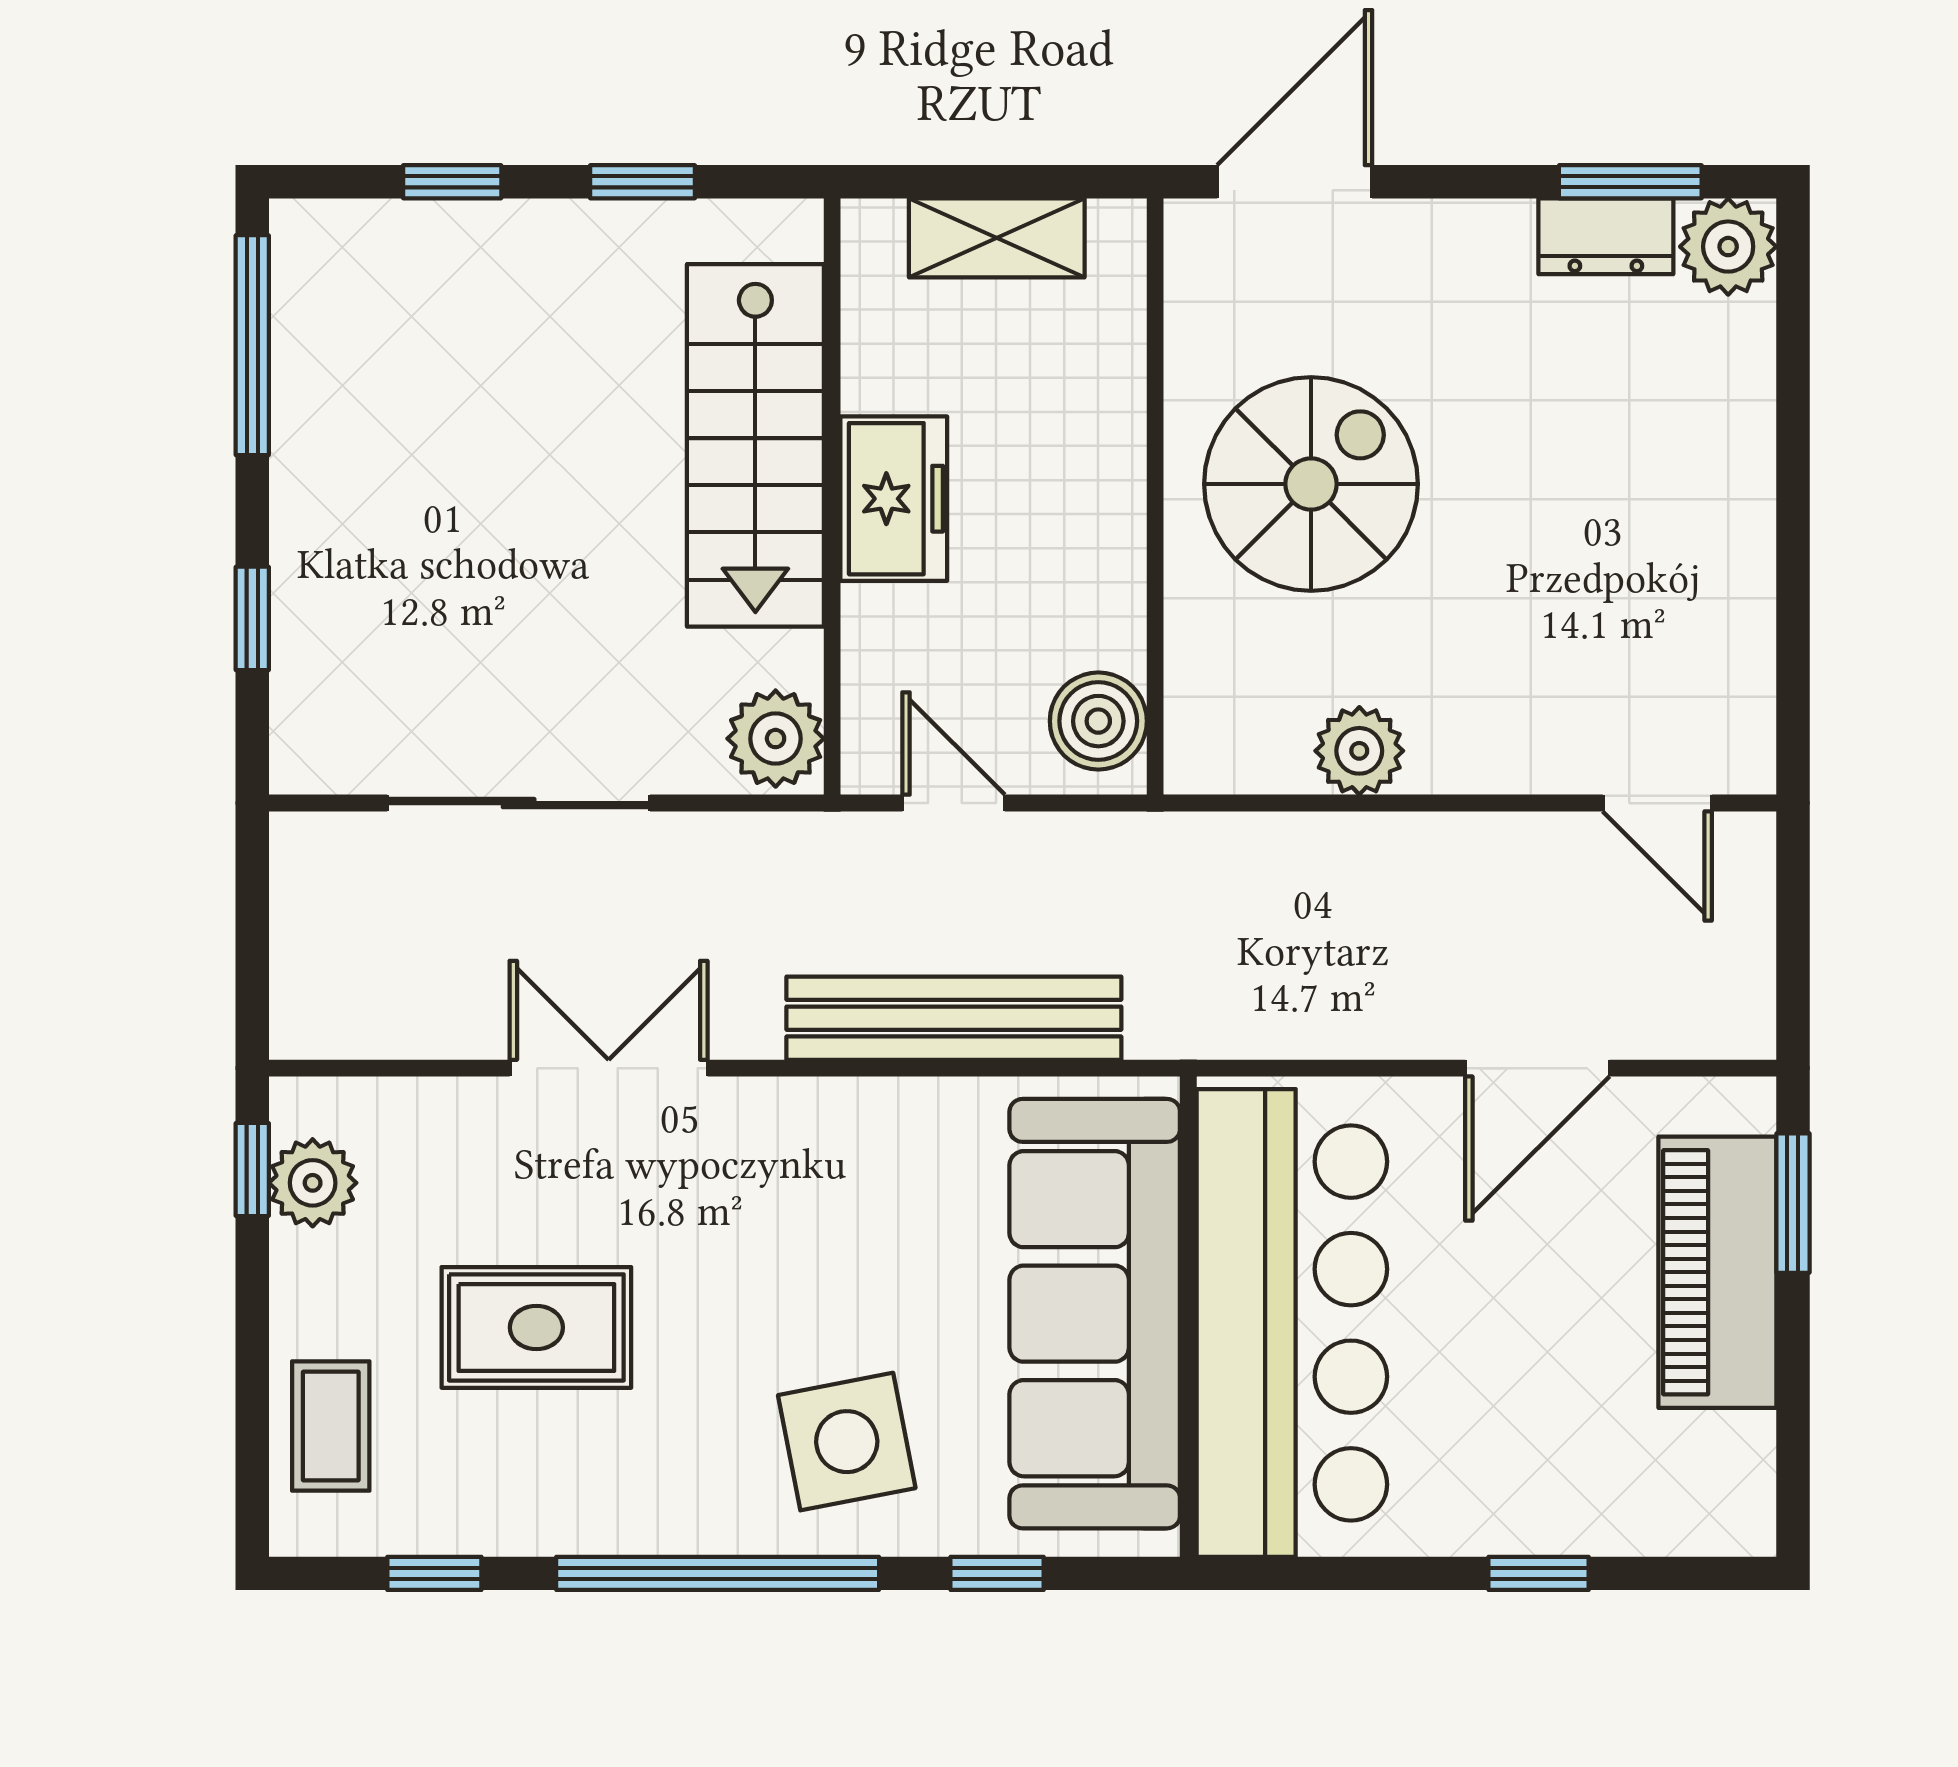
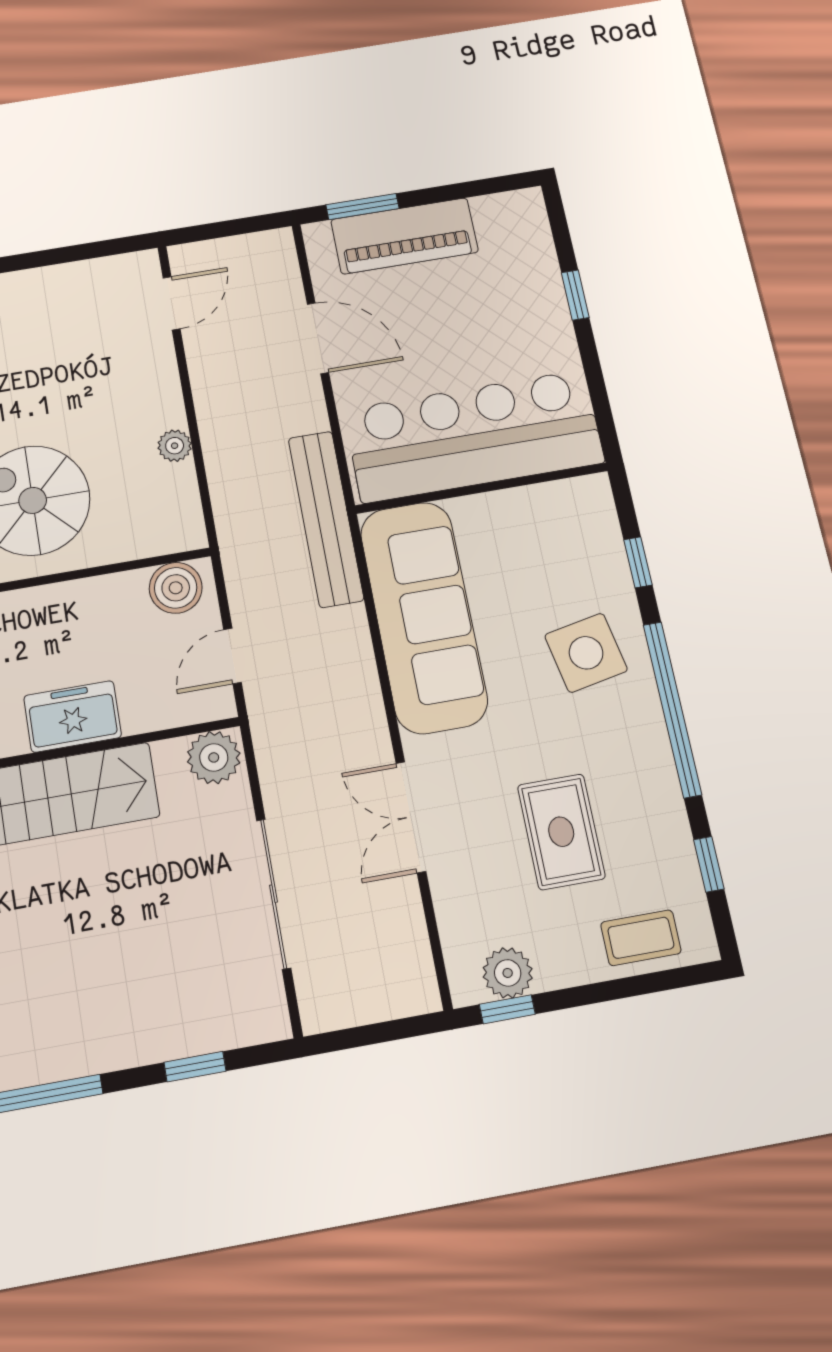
plant: (1359, 751) -> (175, 446), width x0.73, depth x0.73
bench: (954, 1018) -> (326, 519), moved
sofa: (1095, 1314) -> (424, 617), moved, turned -90

